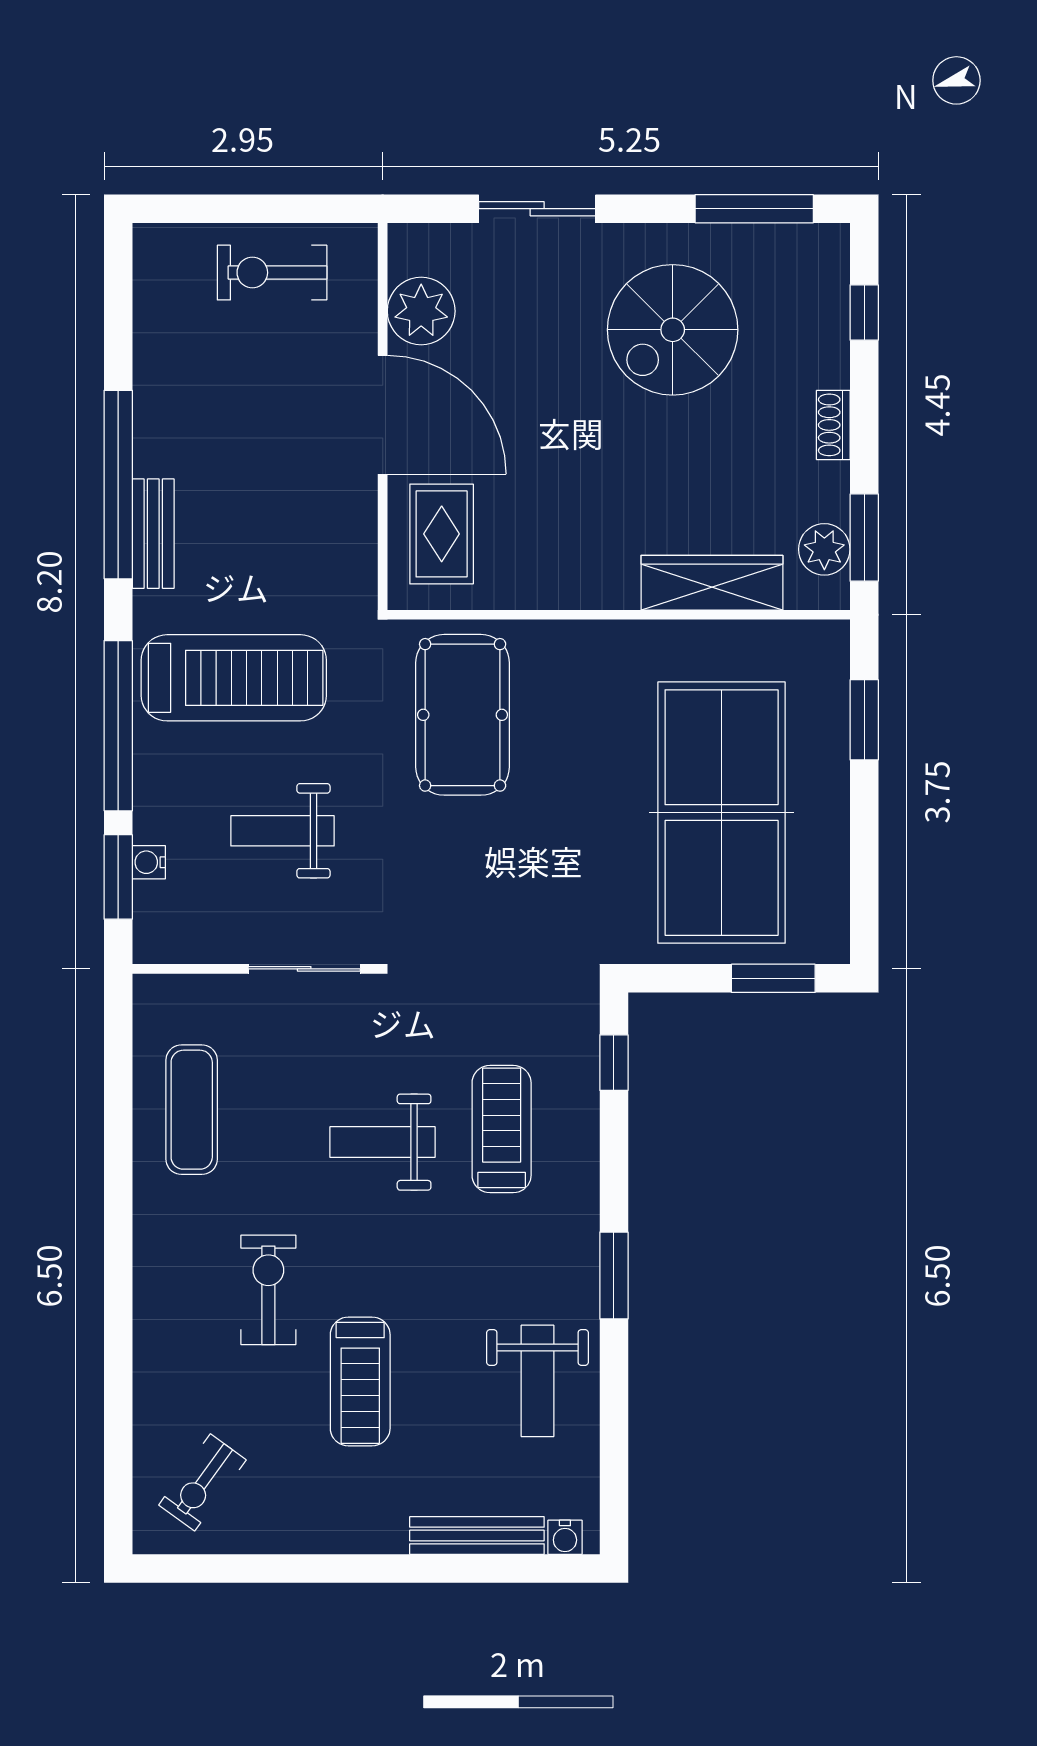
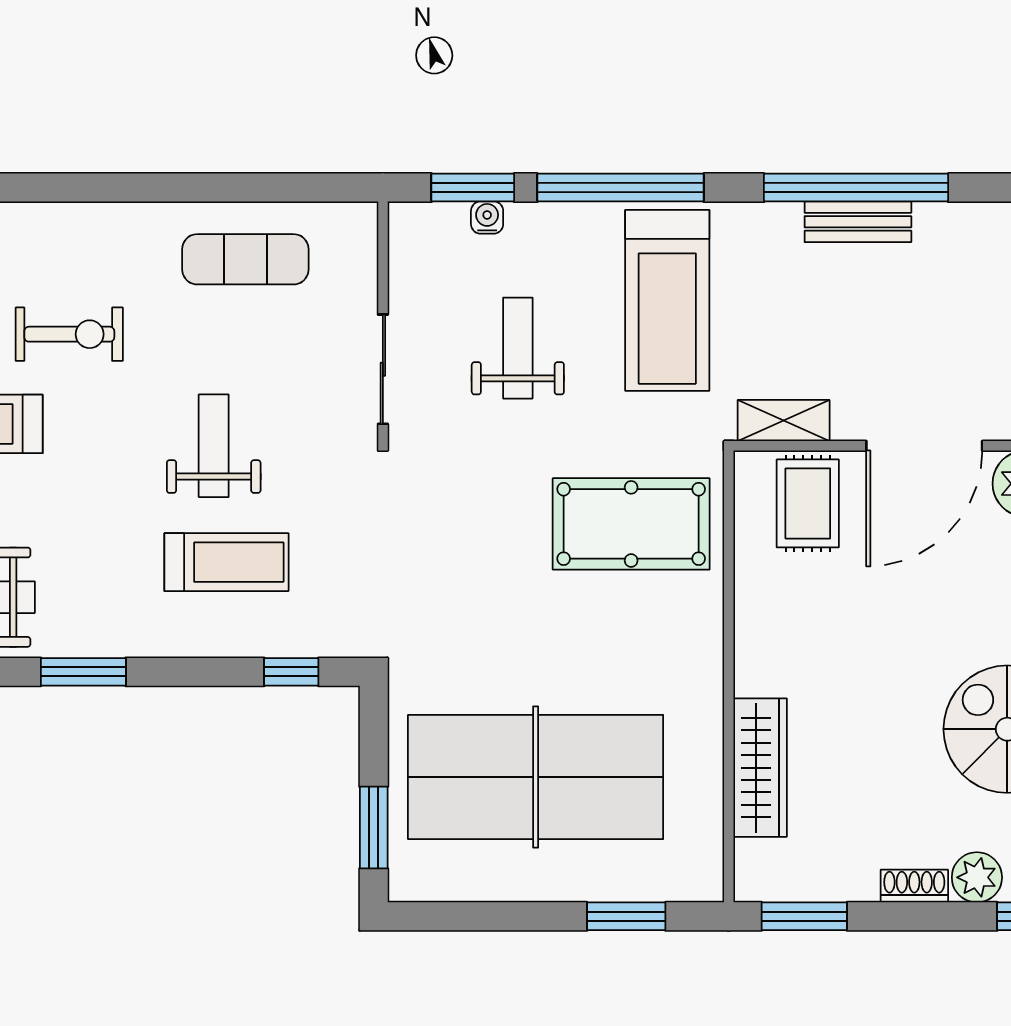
bench: (153, 534) -> (858, 222), moved
rug: (442, 534) -> (808, 503), turned 90
plant: (824, 549) -> (977, 877), moved
shelving: (357, 559) -> (784, 421), added

